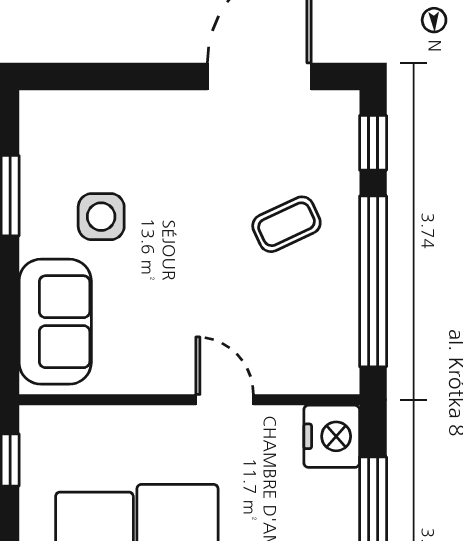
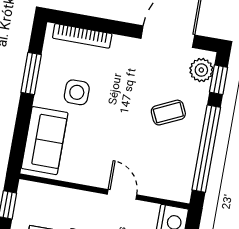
bookcase: (92, 105) -> (82, 36), added
plant: (336, 130) -> (201, 70), added

